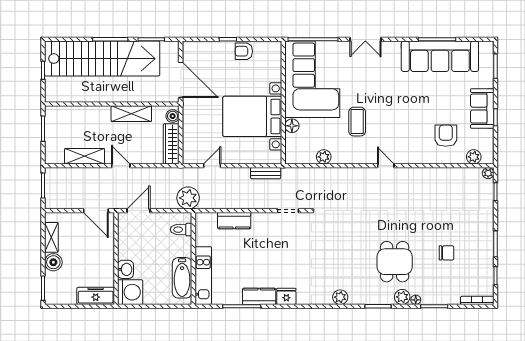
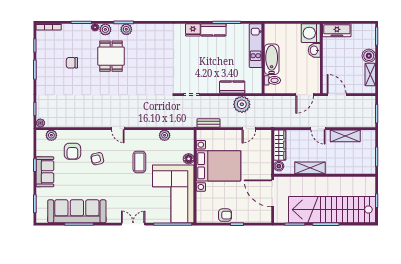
armchair: (413, 126) -> (97, 159), added
plant: (188, 198) -> (242, 104), moved
bathtub: (182, 278) -> (272, 59), moved
plant: (340, 297) -> (126, 29), moved

